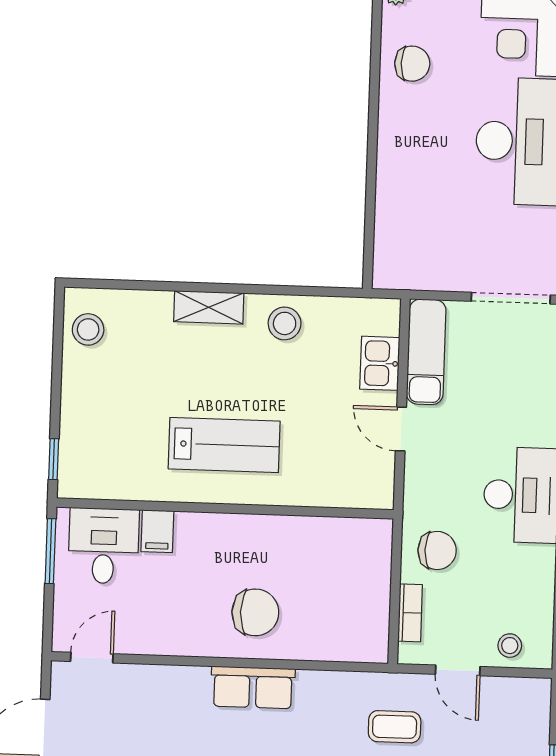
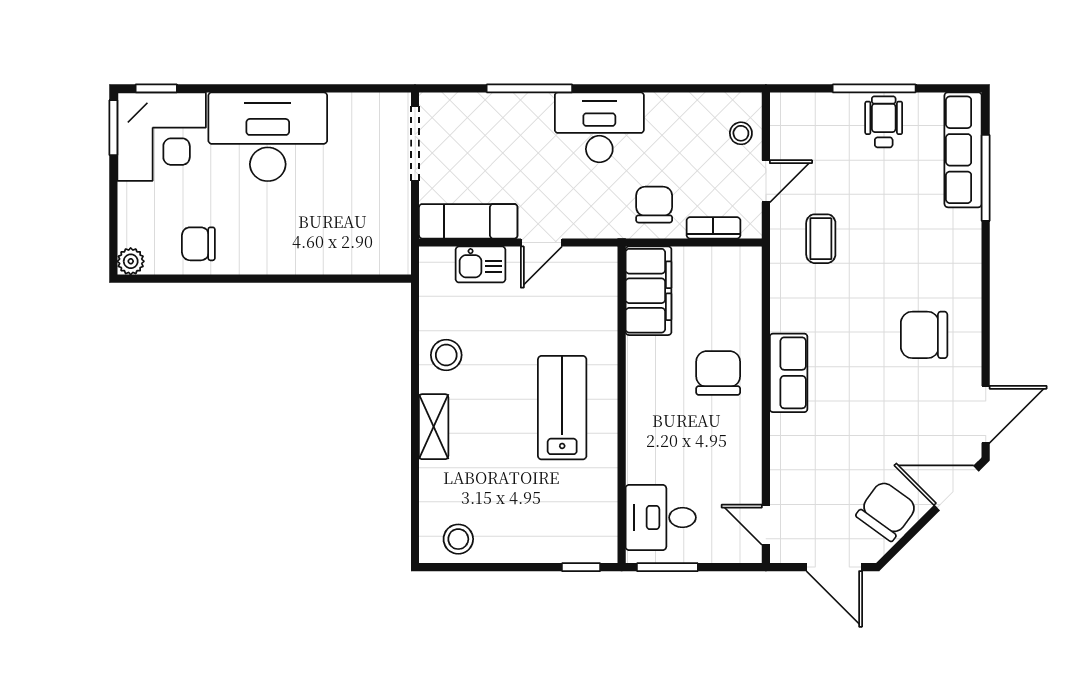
chair: (412, 64) -> (198, 244), turned -90
filing cabinet: (157, 531) -> (649, 291), moved, width x3.00, depth x1.17

